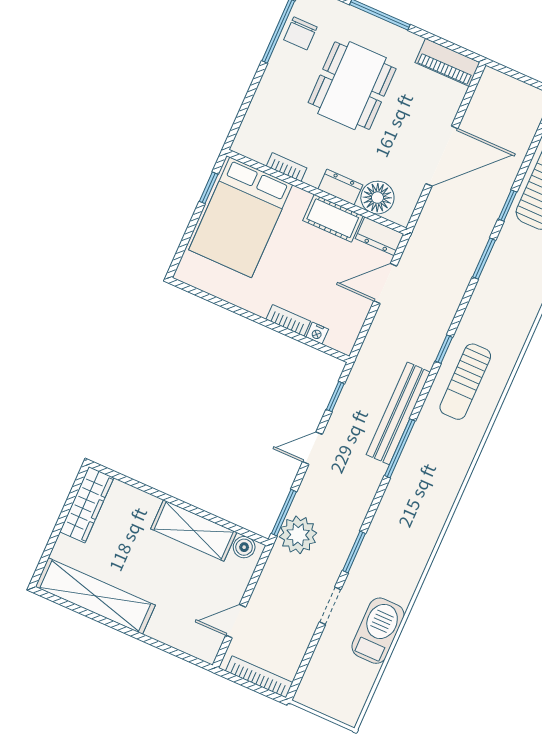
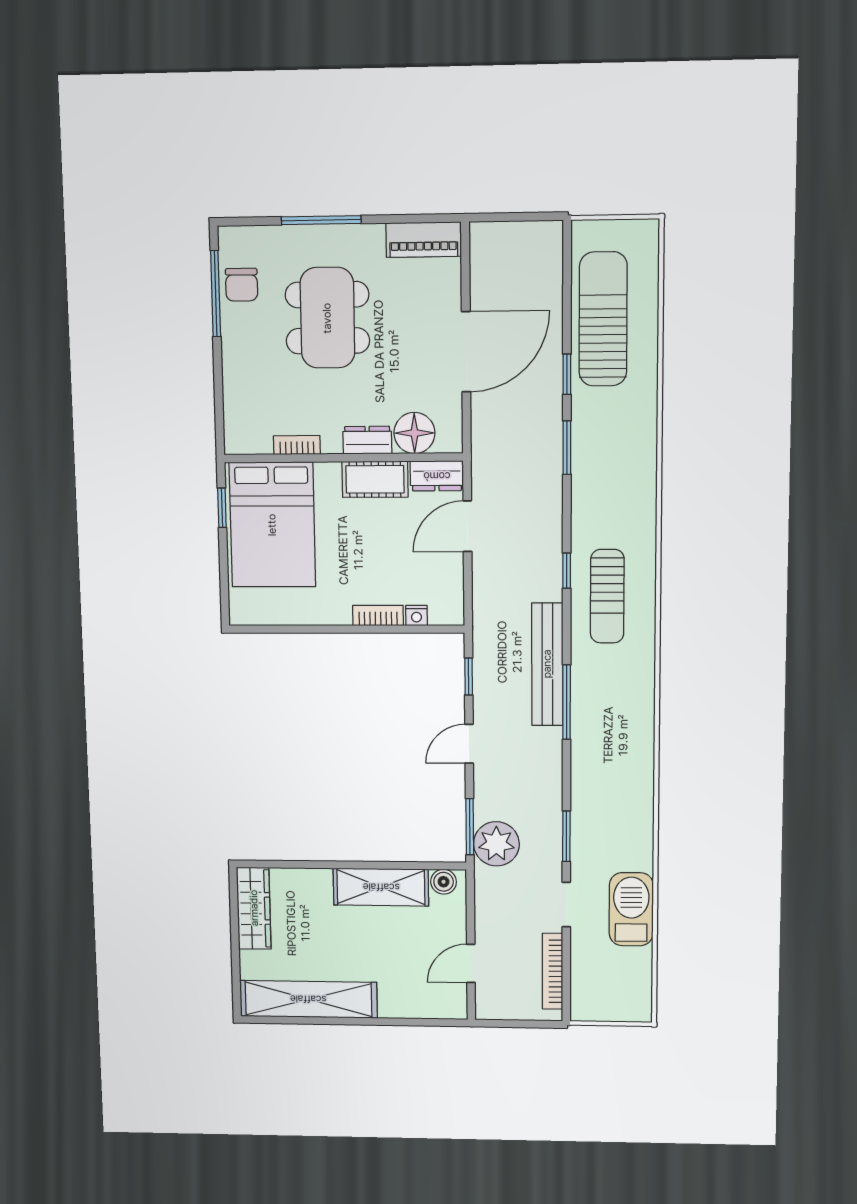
bookcase: (259, 677) -> (553, 971), moved, turned -90

